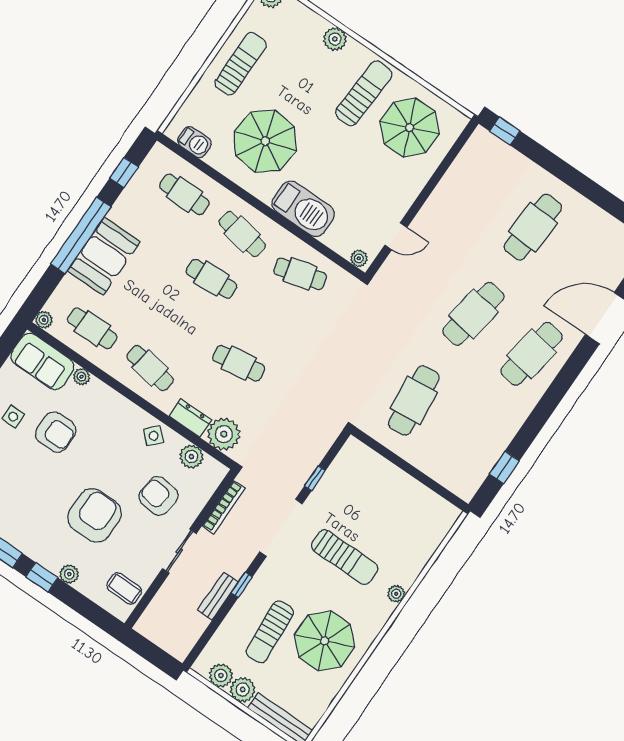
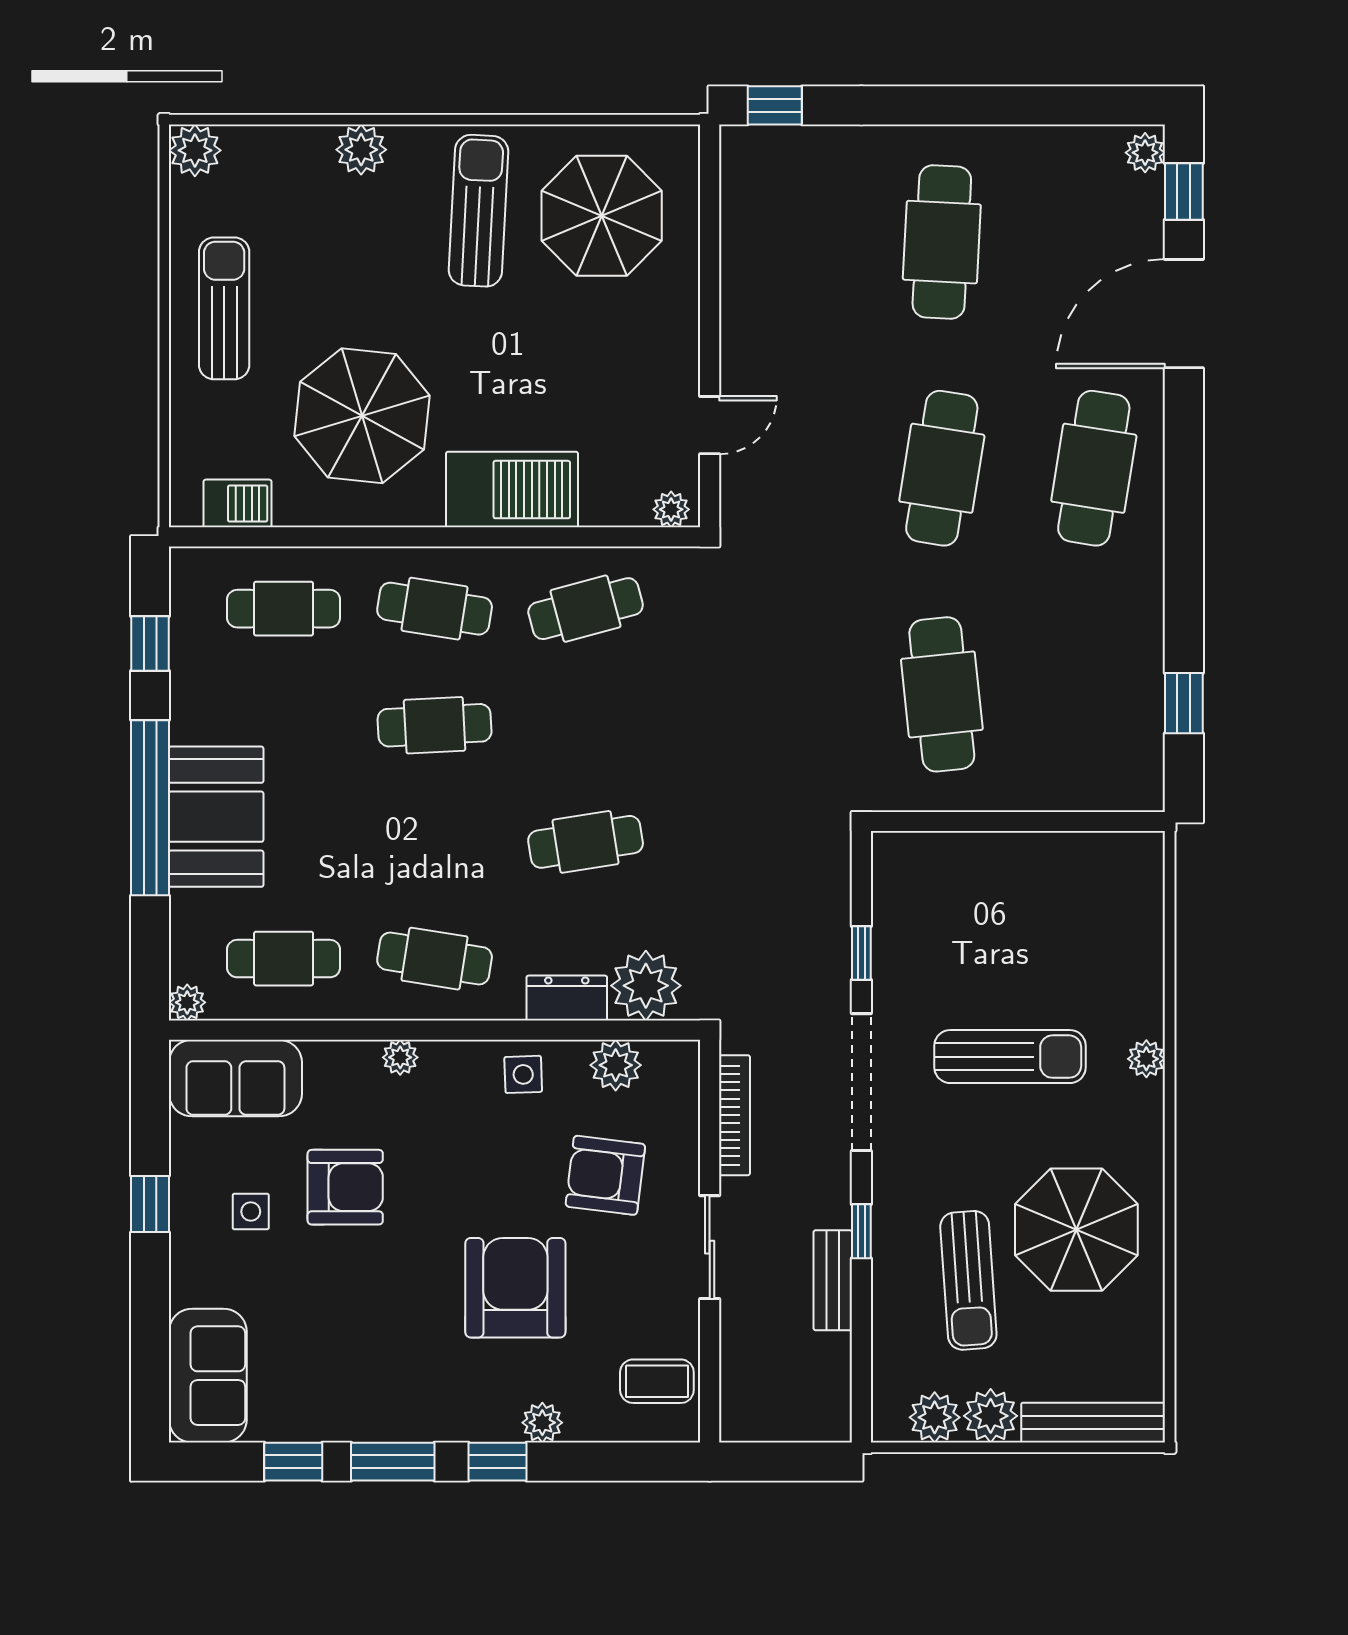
plant: (82, 377) -> (400, 1057), moved
side table: (154, 436) -> (523, 1074), turned 45

